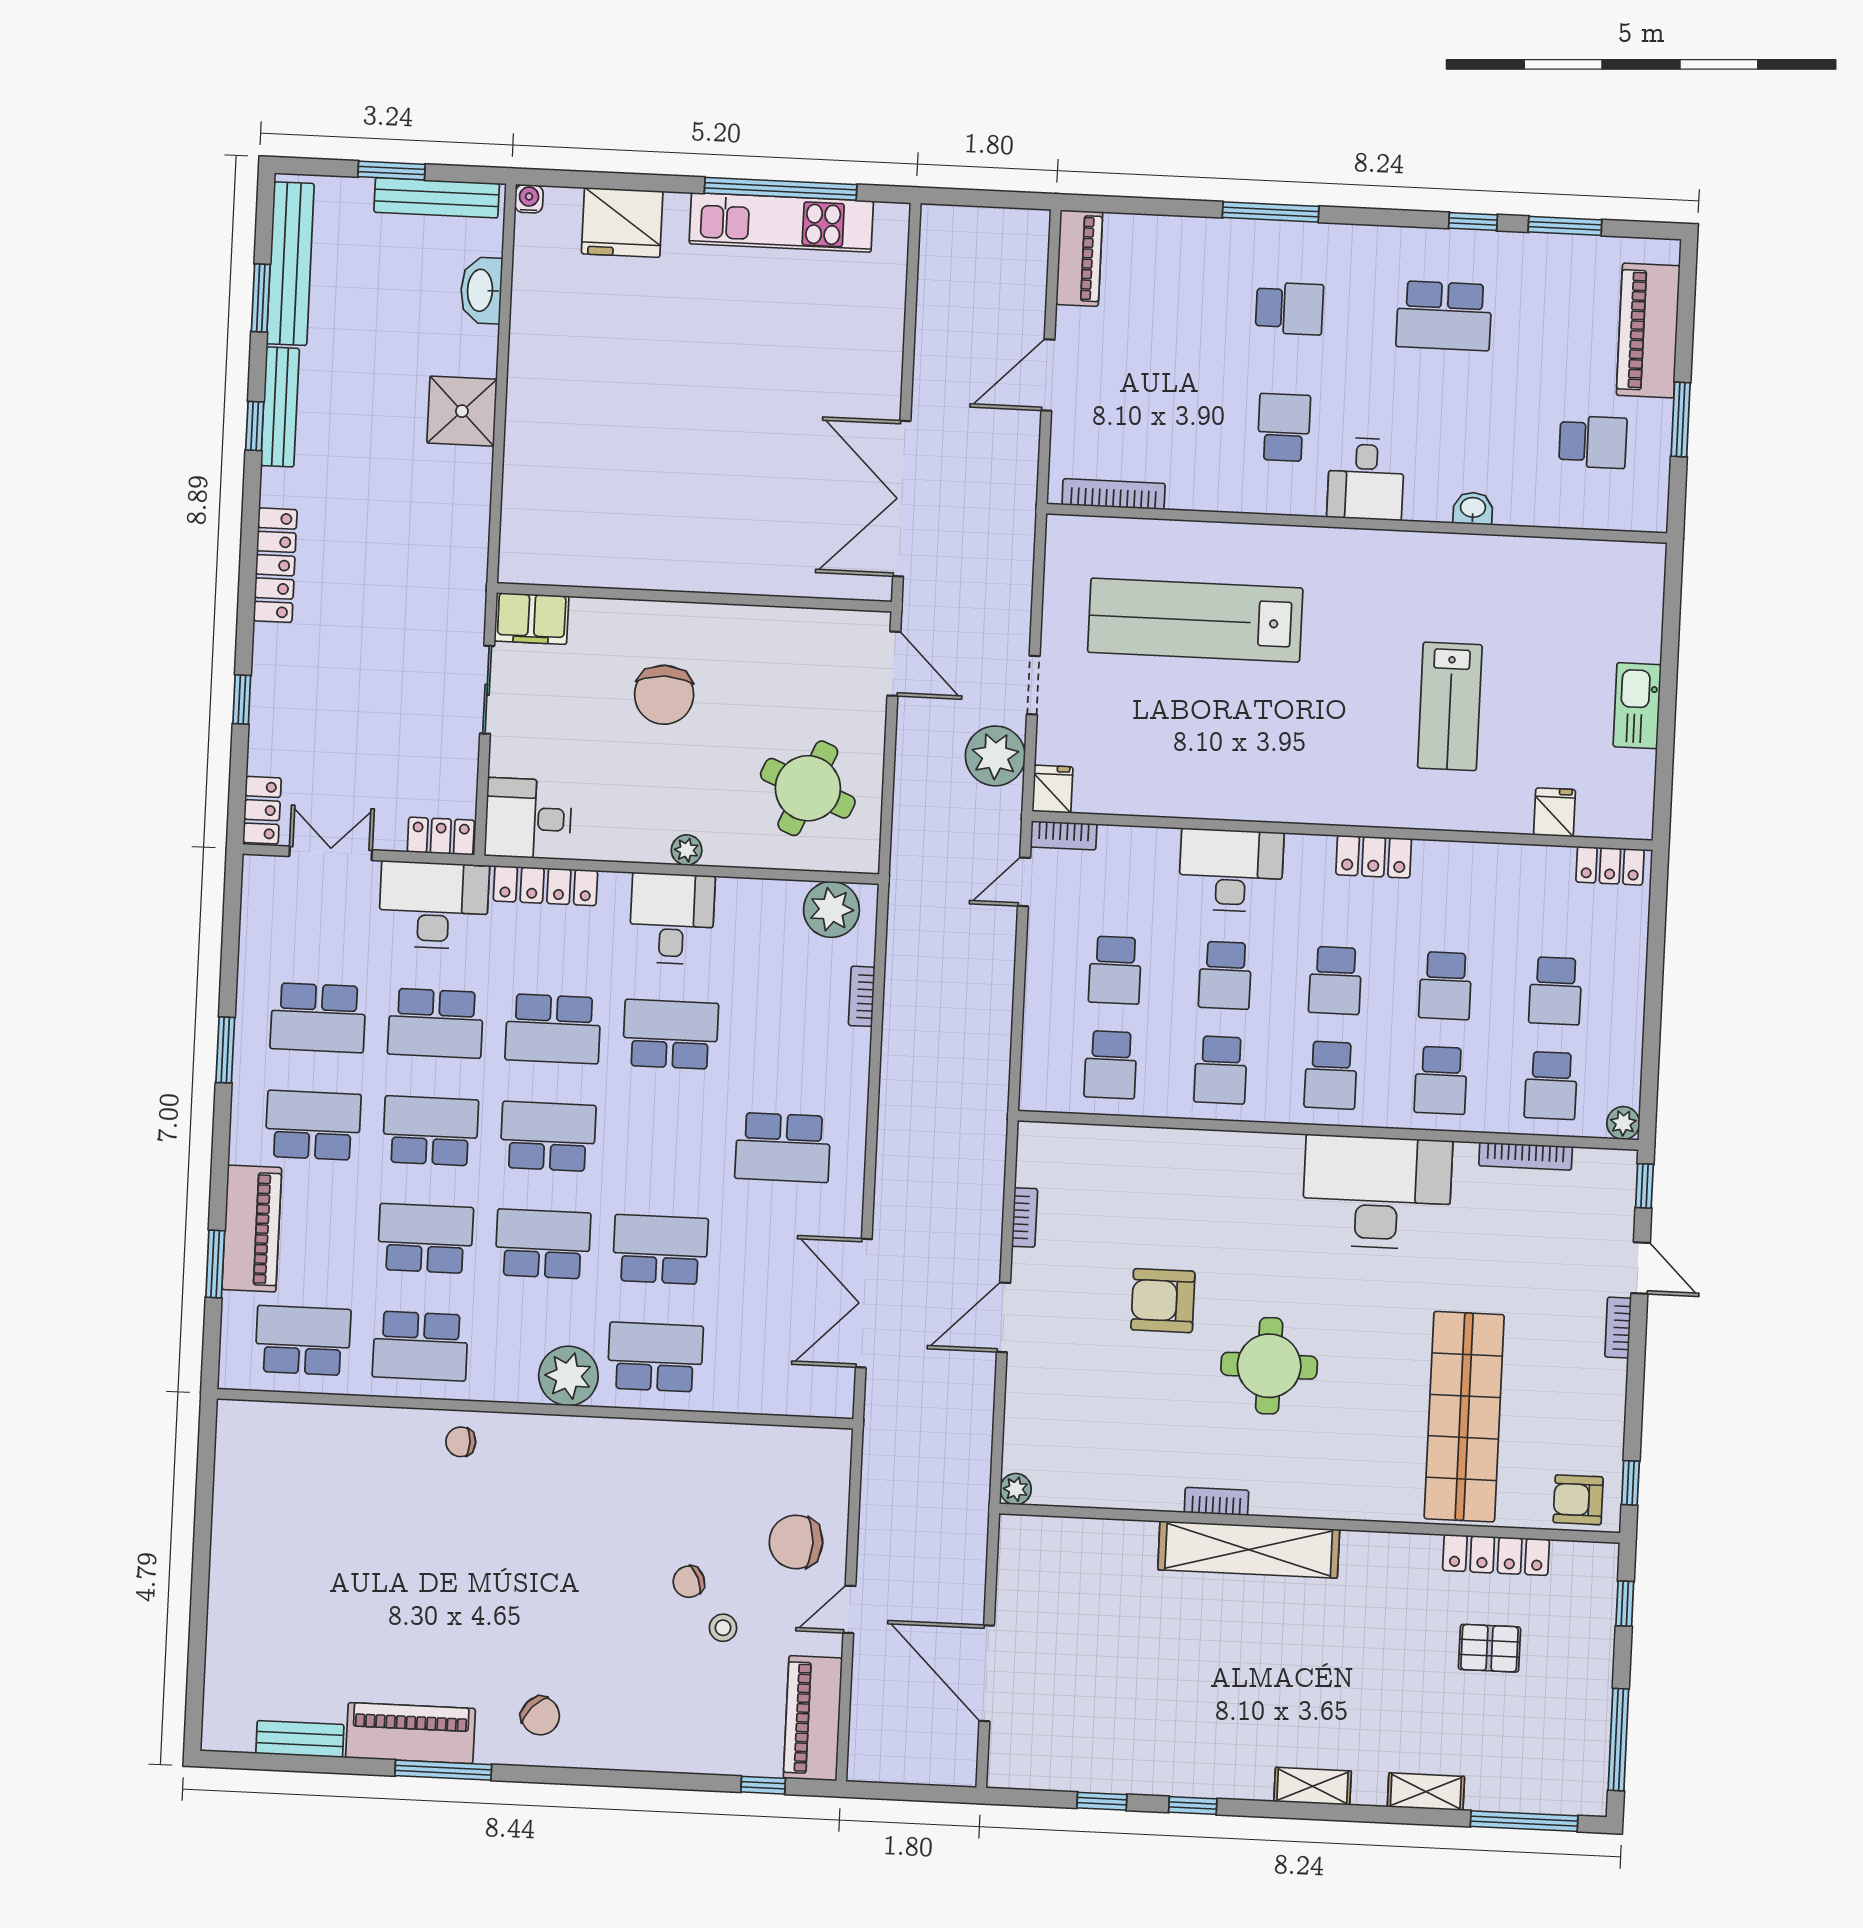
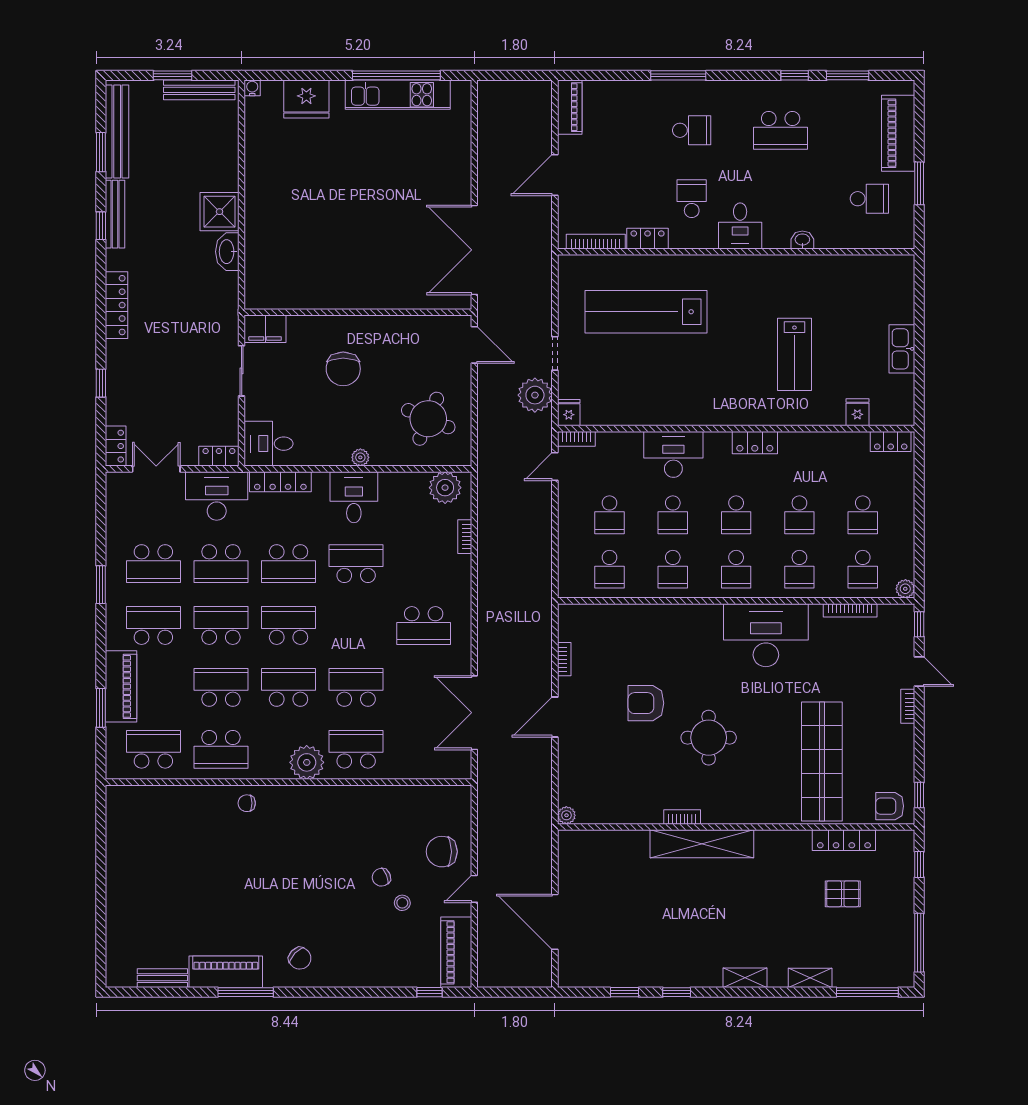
washbasin: (481, 290) -> (227, 252), moved
locker: (1204, 493) -> (648, 239), added

